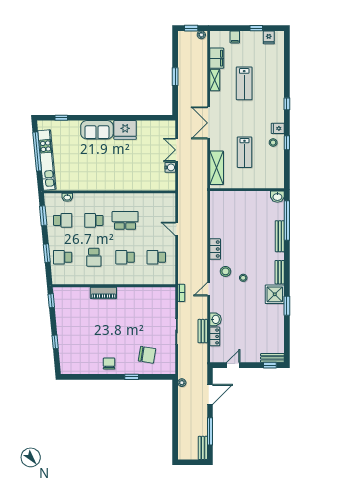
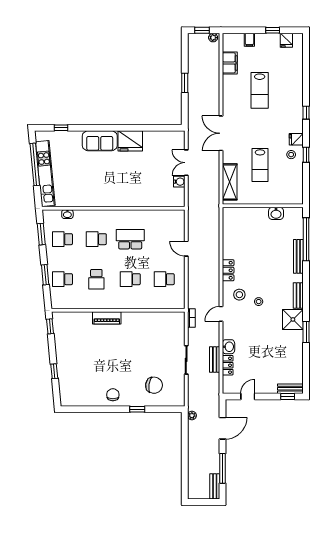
shelving: (215, 80) -> (228, 87), removed
washbasin: (277, 197) -> (276, 213), moved
school desk: (63, 220) -> (62, 239), turned 180

